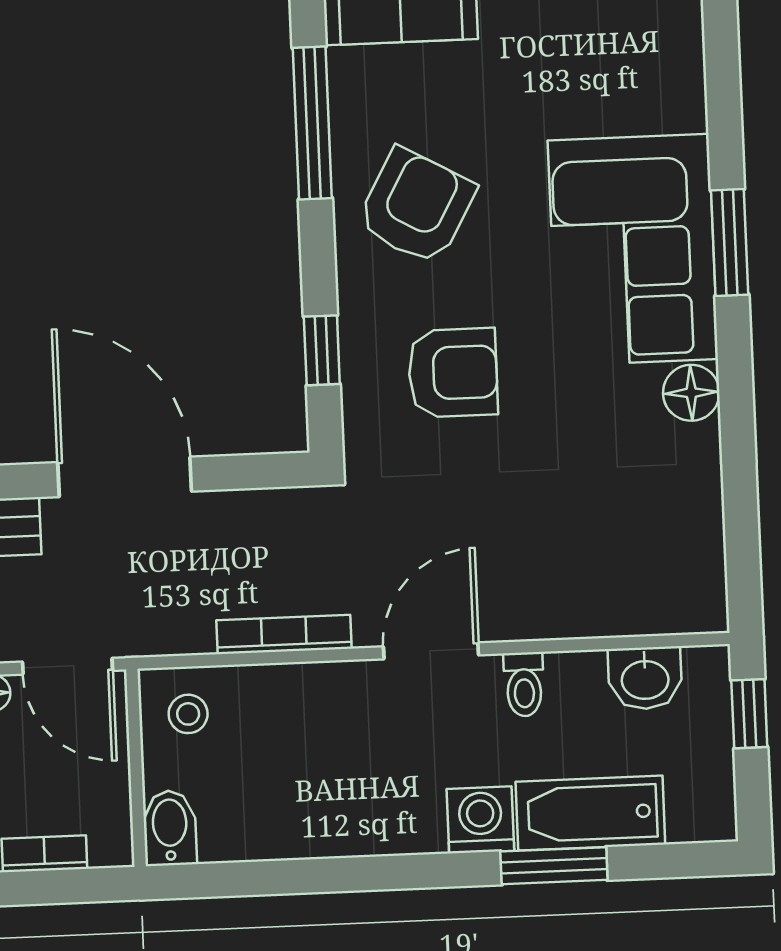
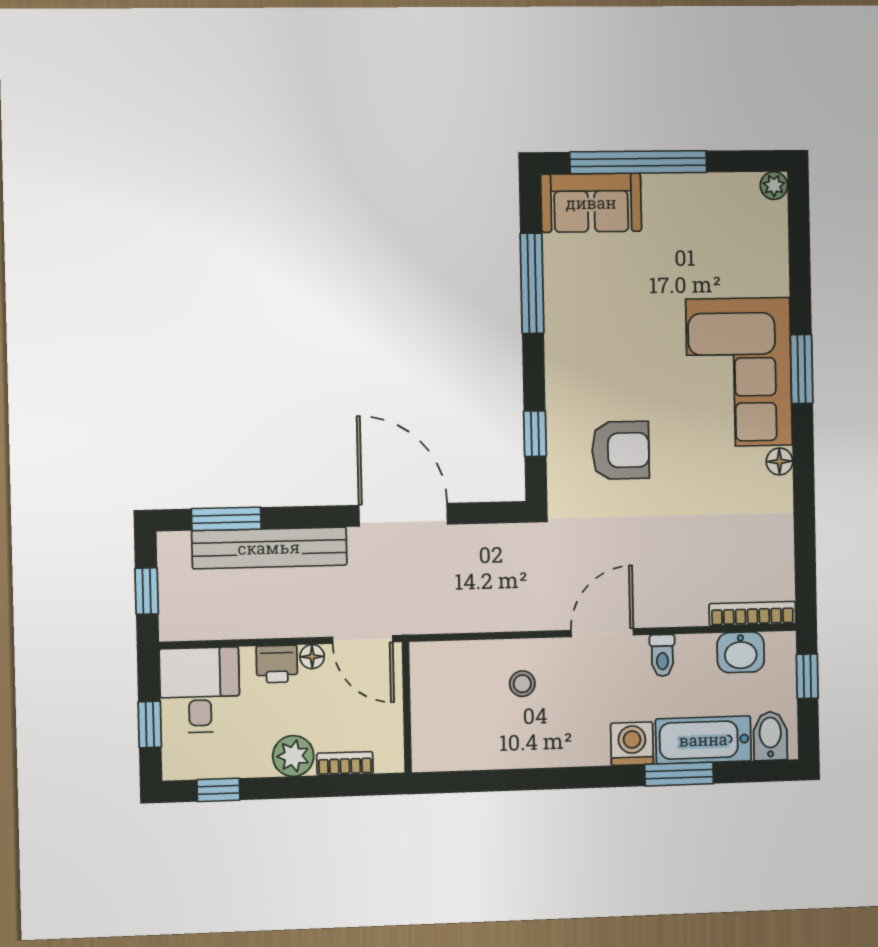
armchair: (416, 206) -> (599, 340), removed
floor lamp: (691, 393) -> (779, 461), width x0.73, depth x0.73
bookcase: (284, 634) -> (752, 614), moved
stool: (188, 714) -> (522, 684), moved
bidet: (170, 828) -> (770, 736), moved

